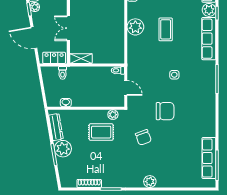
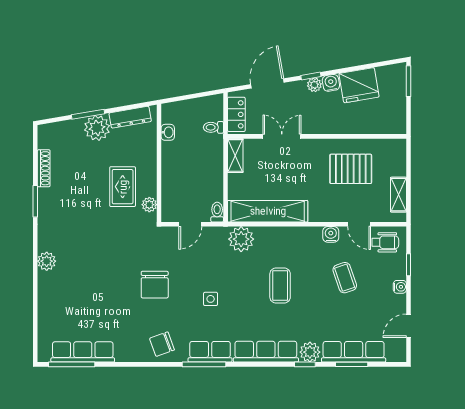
plant: (135, 27) -> (241, 239), moved
coffee table: (166, 29) -> (280, 286), turned 90
shelving: (117, 37) -> (268, 211), added
row of seats: (209, 75) -> (210, 352), added
chair: (143, 137) -> (162, 344), moved

